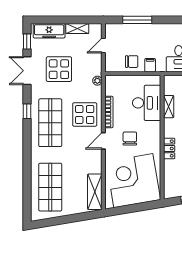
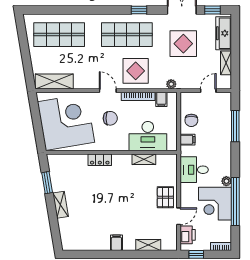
door: (103, 45) -> (208, 91), hinge flipped
filing cabinet: (112, 90) -> (161, 99), added

